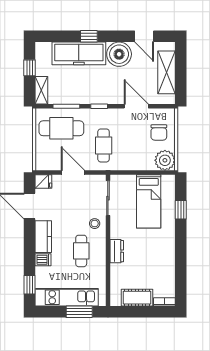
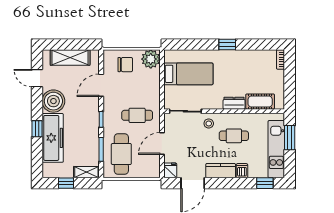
door: (144, 36) -> (37, 78), swing flipped
window: (181, 210) -> (227, 45), moved
cot: (137, 298) -> (260, 102), moved, turned 90

